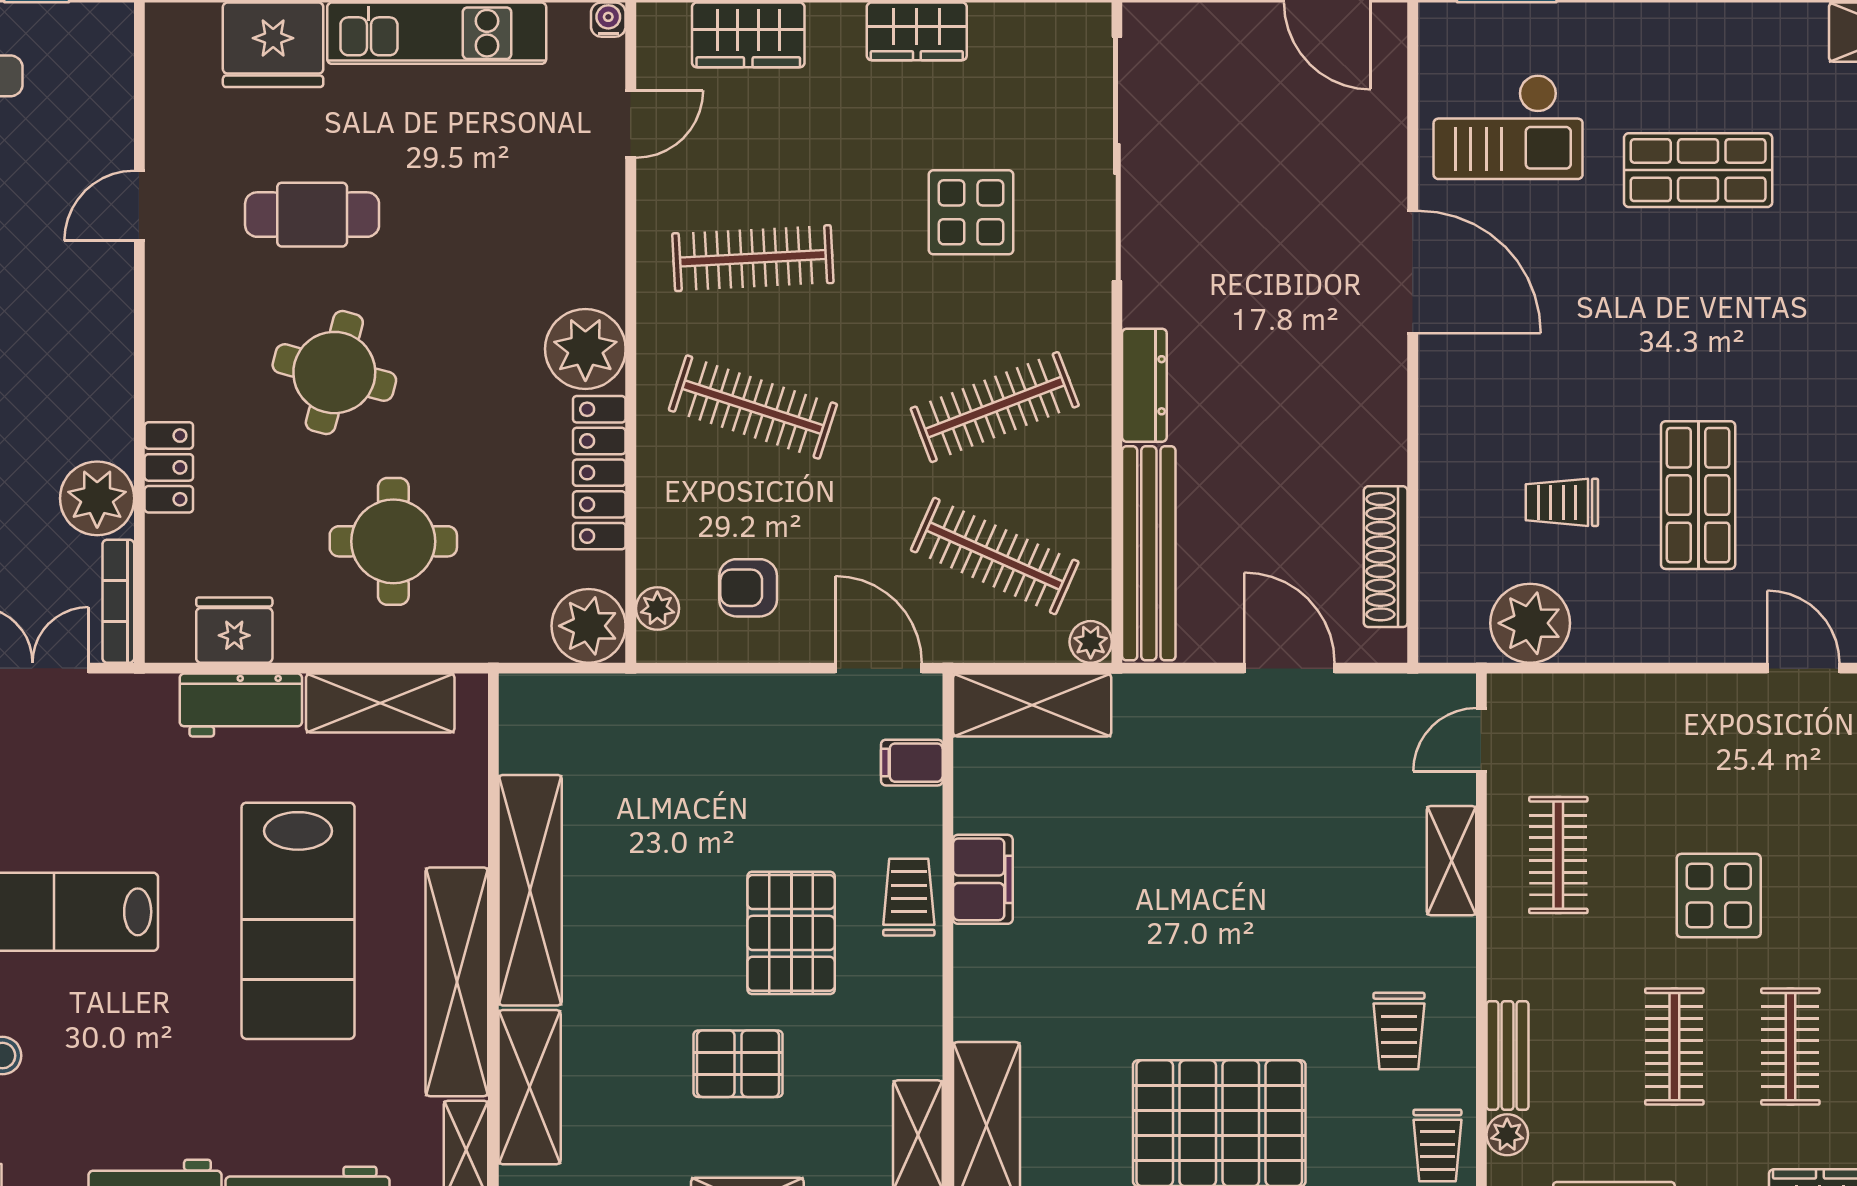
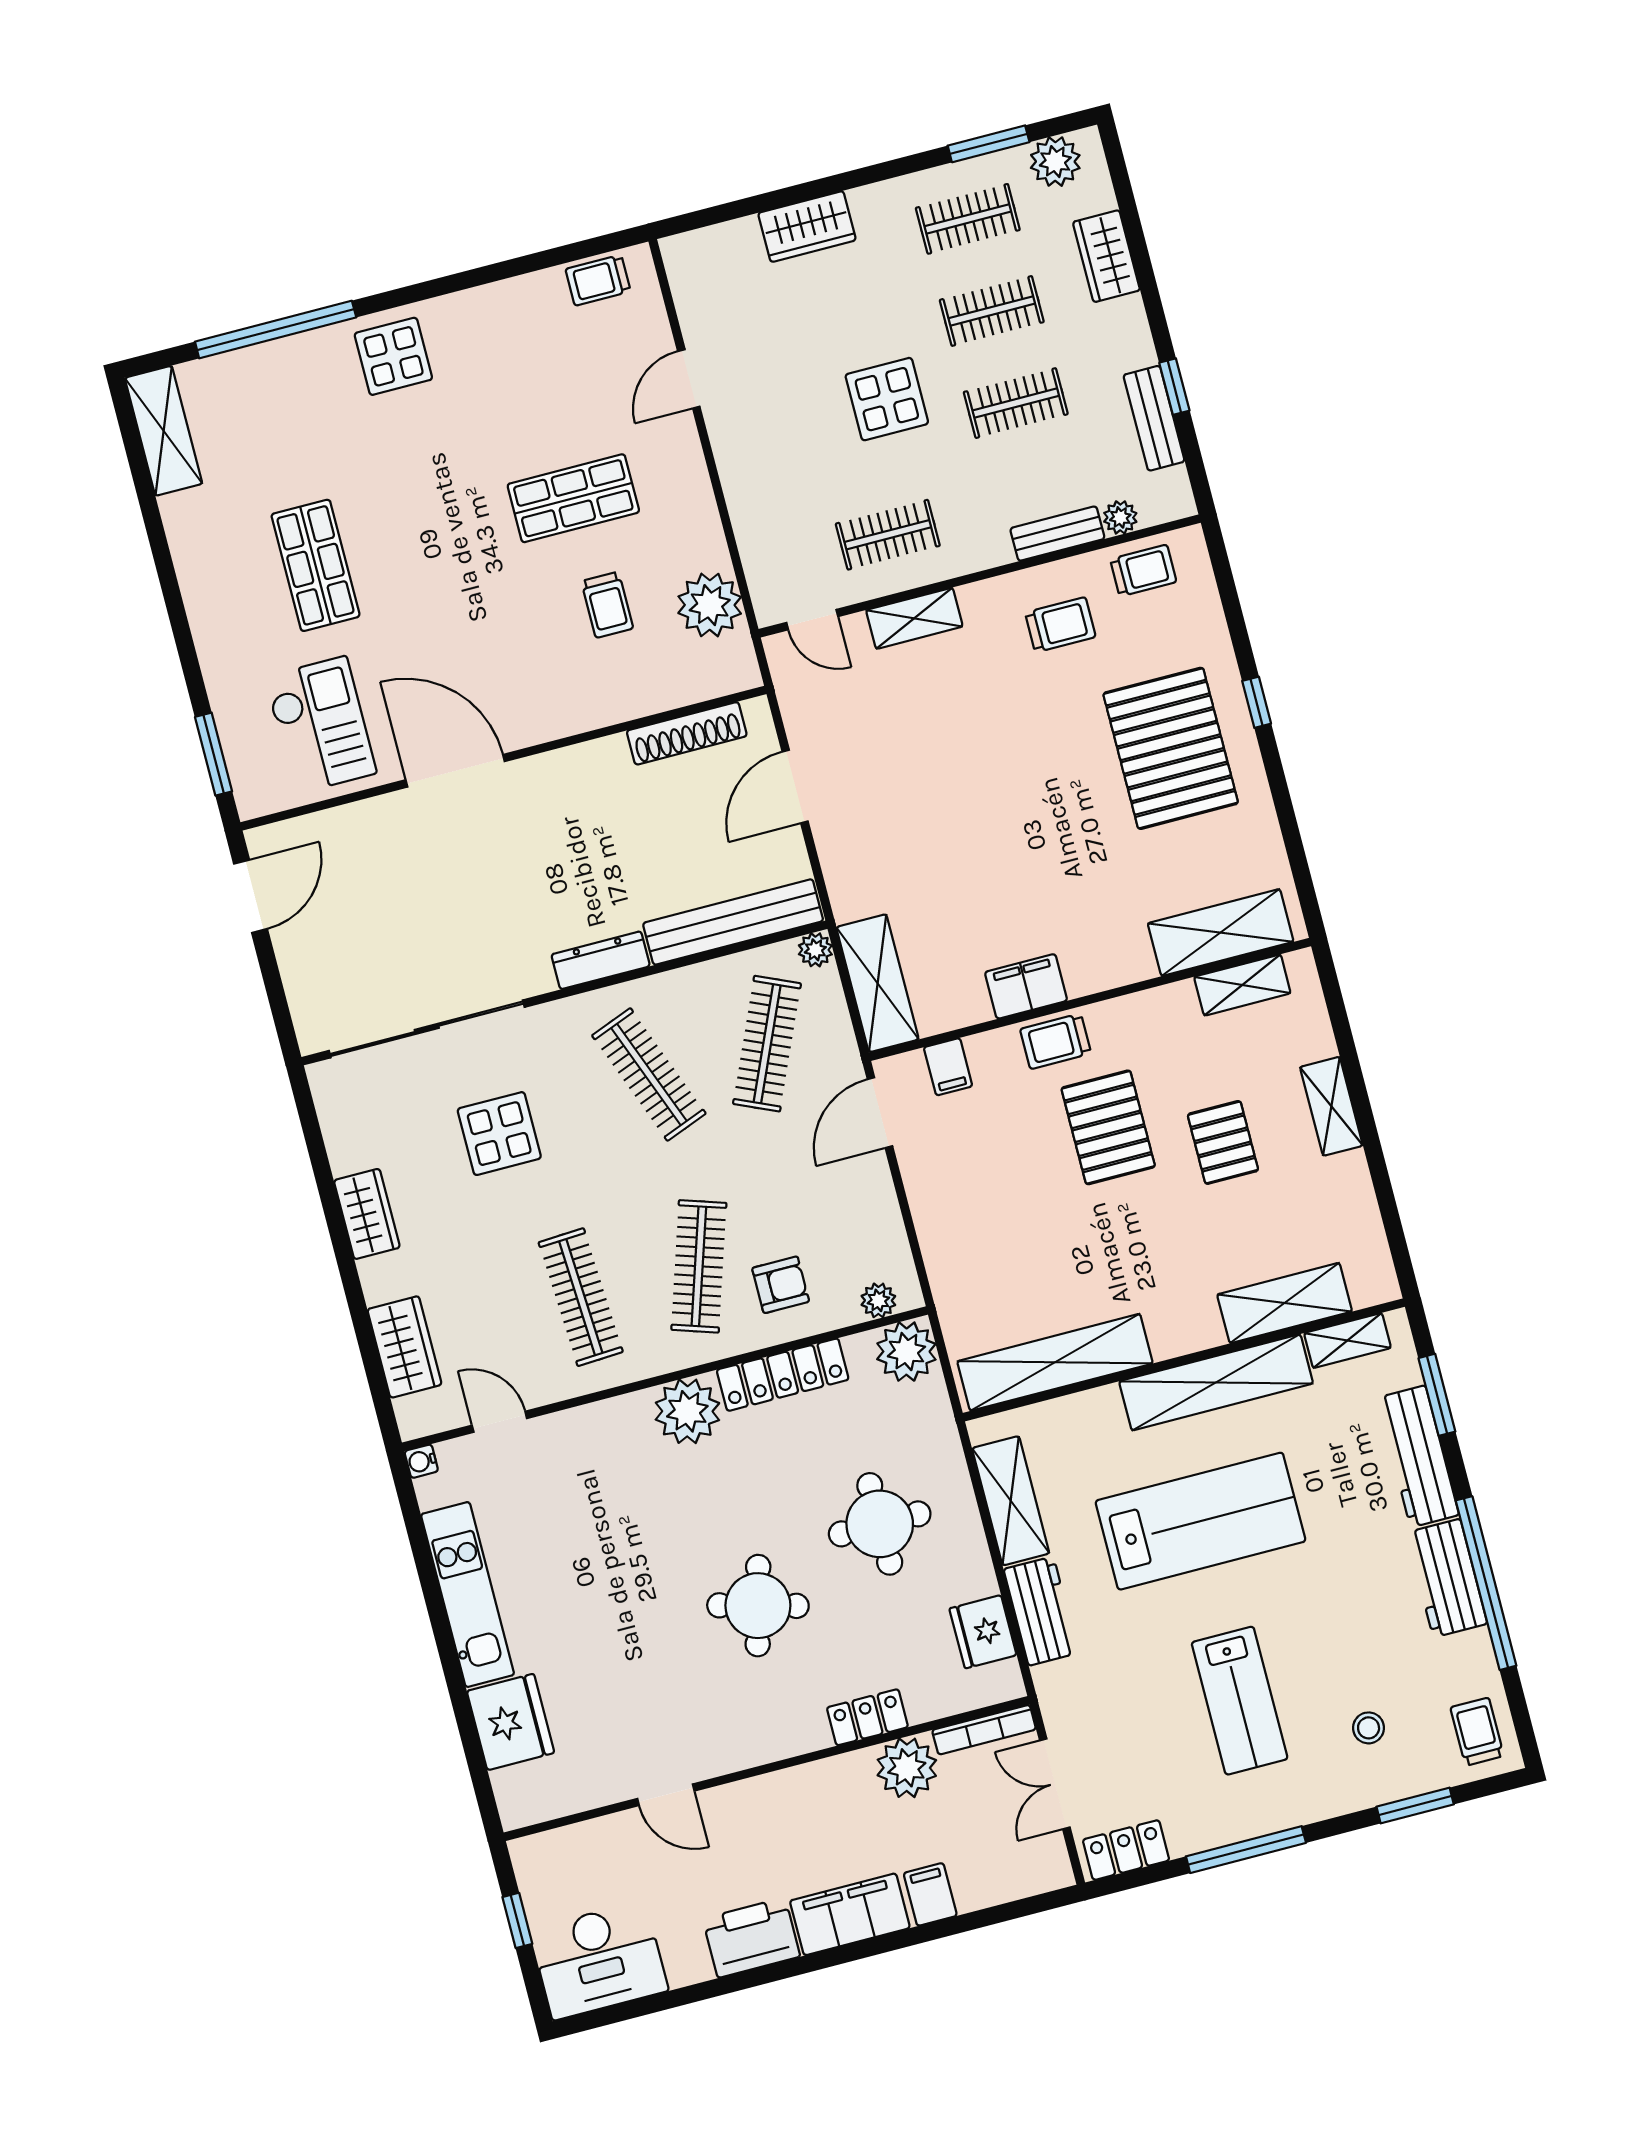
cafe table: (312, 215) -> (637, 1656), removed
door: (1413, 272) -> (455, 771), hinge flipped
armchair: (748, 588) -> (781, 1285), moved, turned -90
shelving: (530, 890) -> (1055, 1362), moved
pallet: (791, 933) -> (1108, 1127), turned 90

